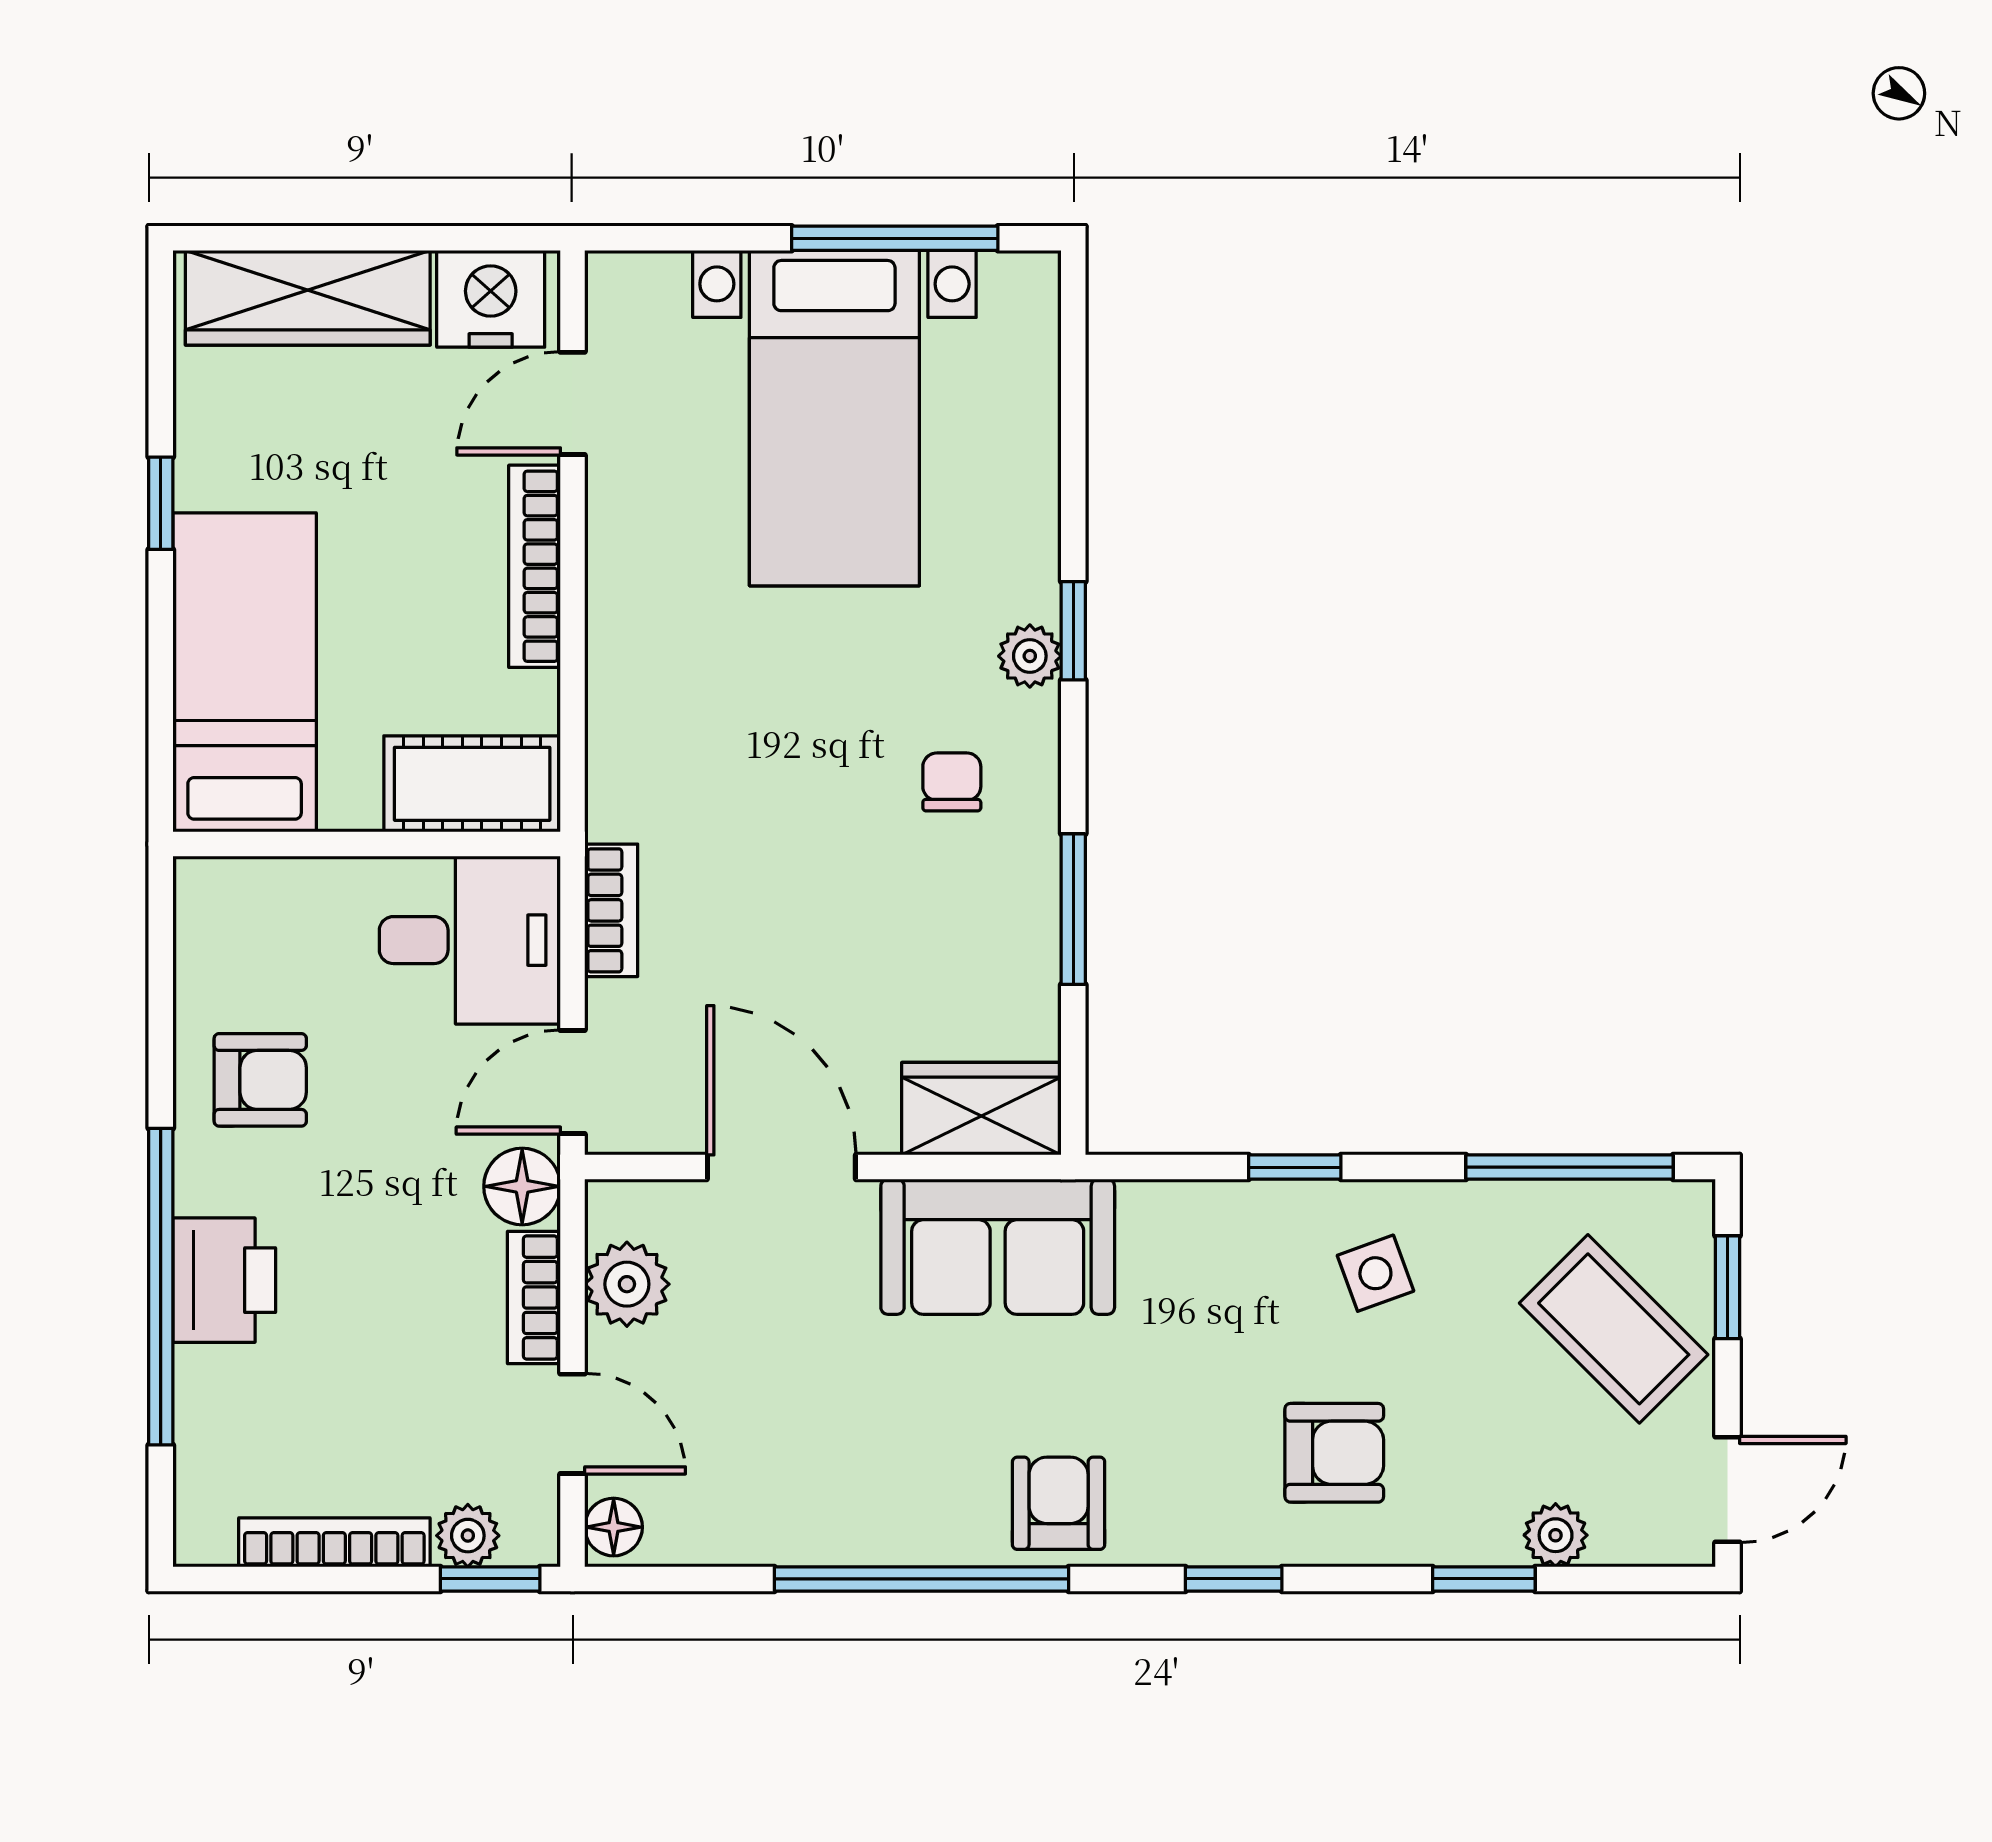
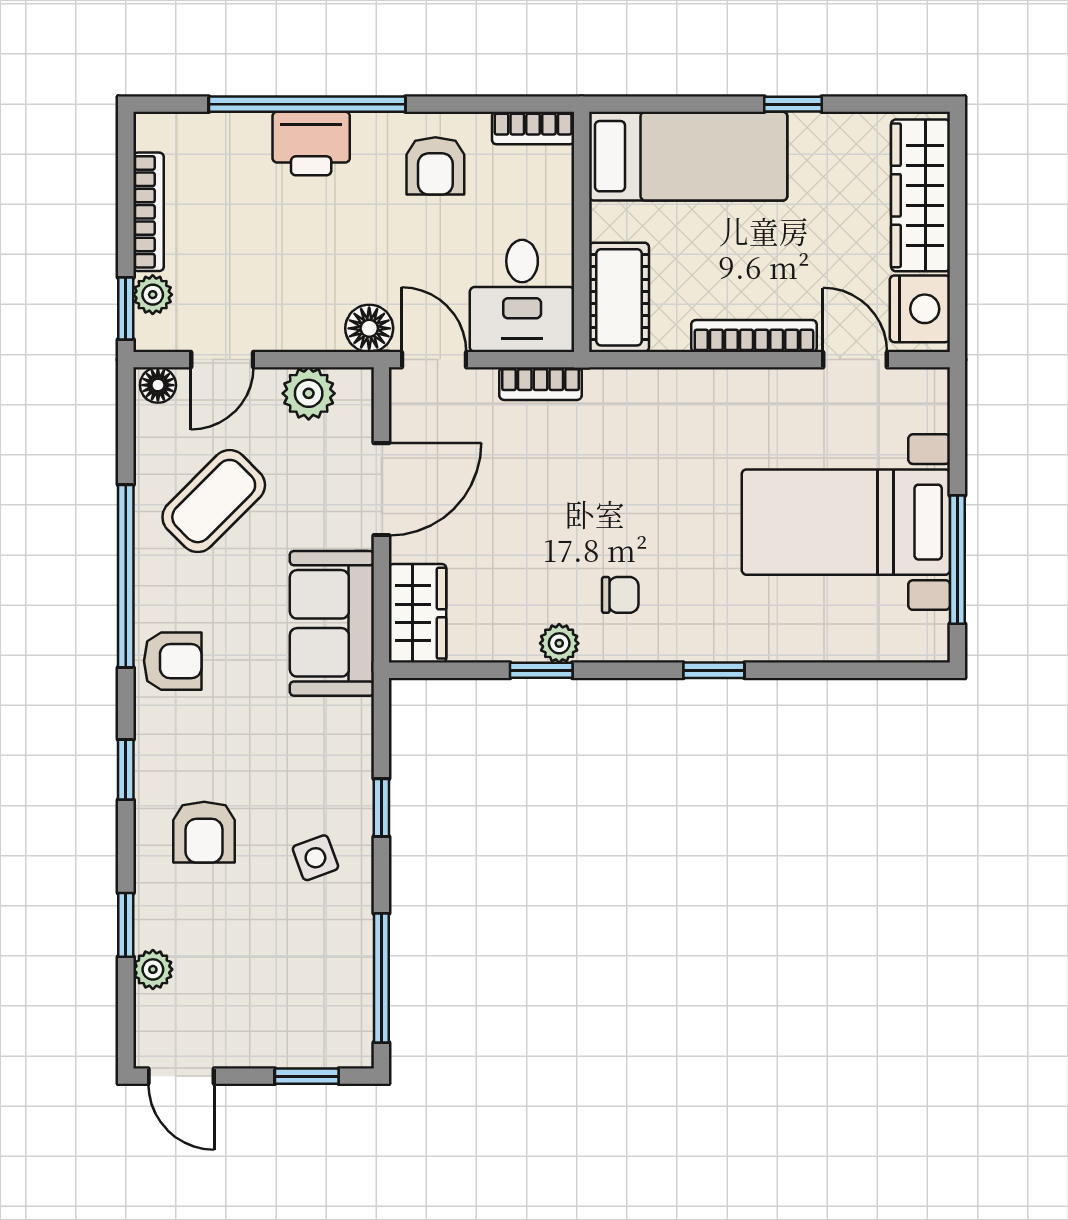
plant: (1030, 656) -> (559, 643), moved
window: (1073, 909) -> (541, 670), width x0.67
bookcase: (534, 1298) -> (533, 128), moved, turned 180
coffee table: (1614, 1329) -> (214, 501), moved

